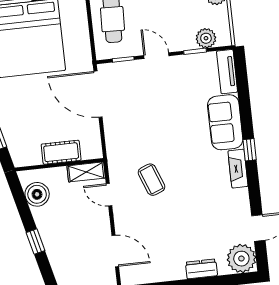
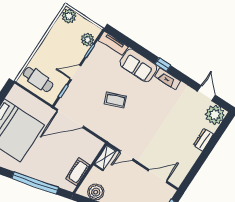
cot: (61, 152) -> (78, 172), moved
coffee table: (151, 180) -> (115, 100), moved

